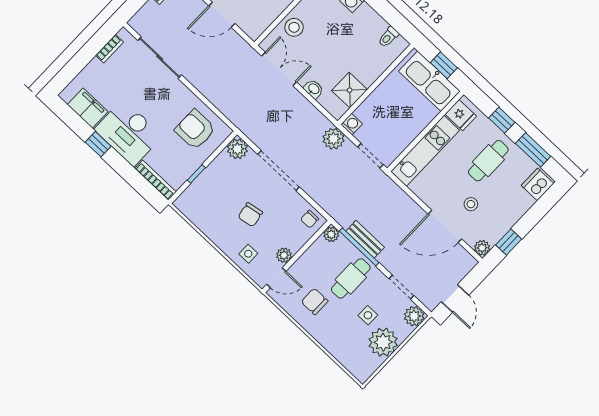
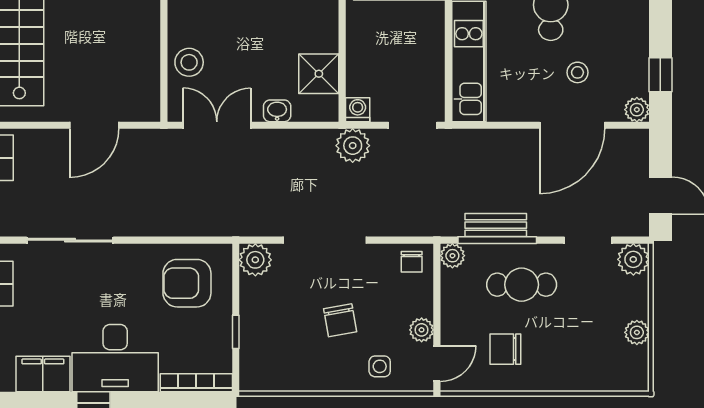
cafe table: (351, 278) -> (522, 285), turned 90
side table: (368, 315) -> (580, 308), removed
plant: (383, 342) -> (637, 332), width x0.53, depth x0.53

